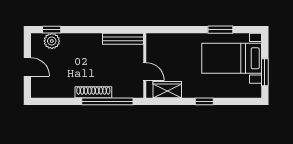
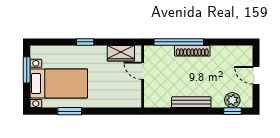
bench: (123, 39) -> (191, 102), moved

